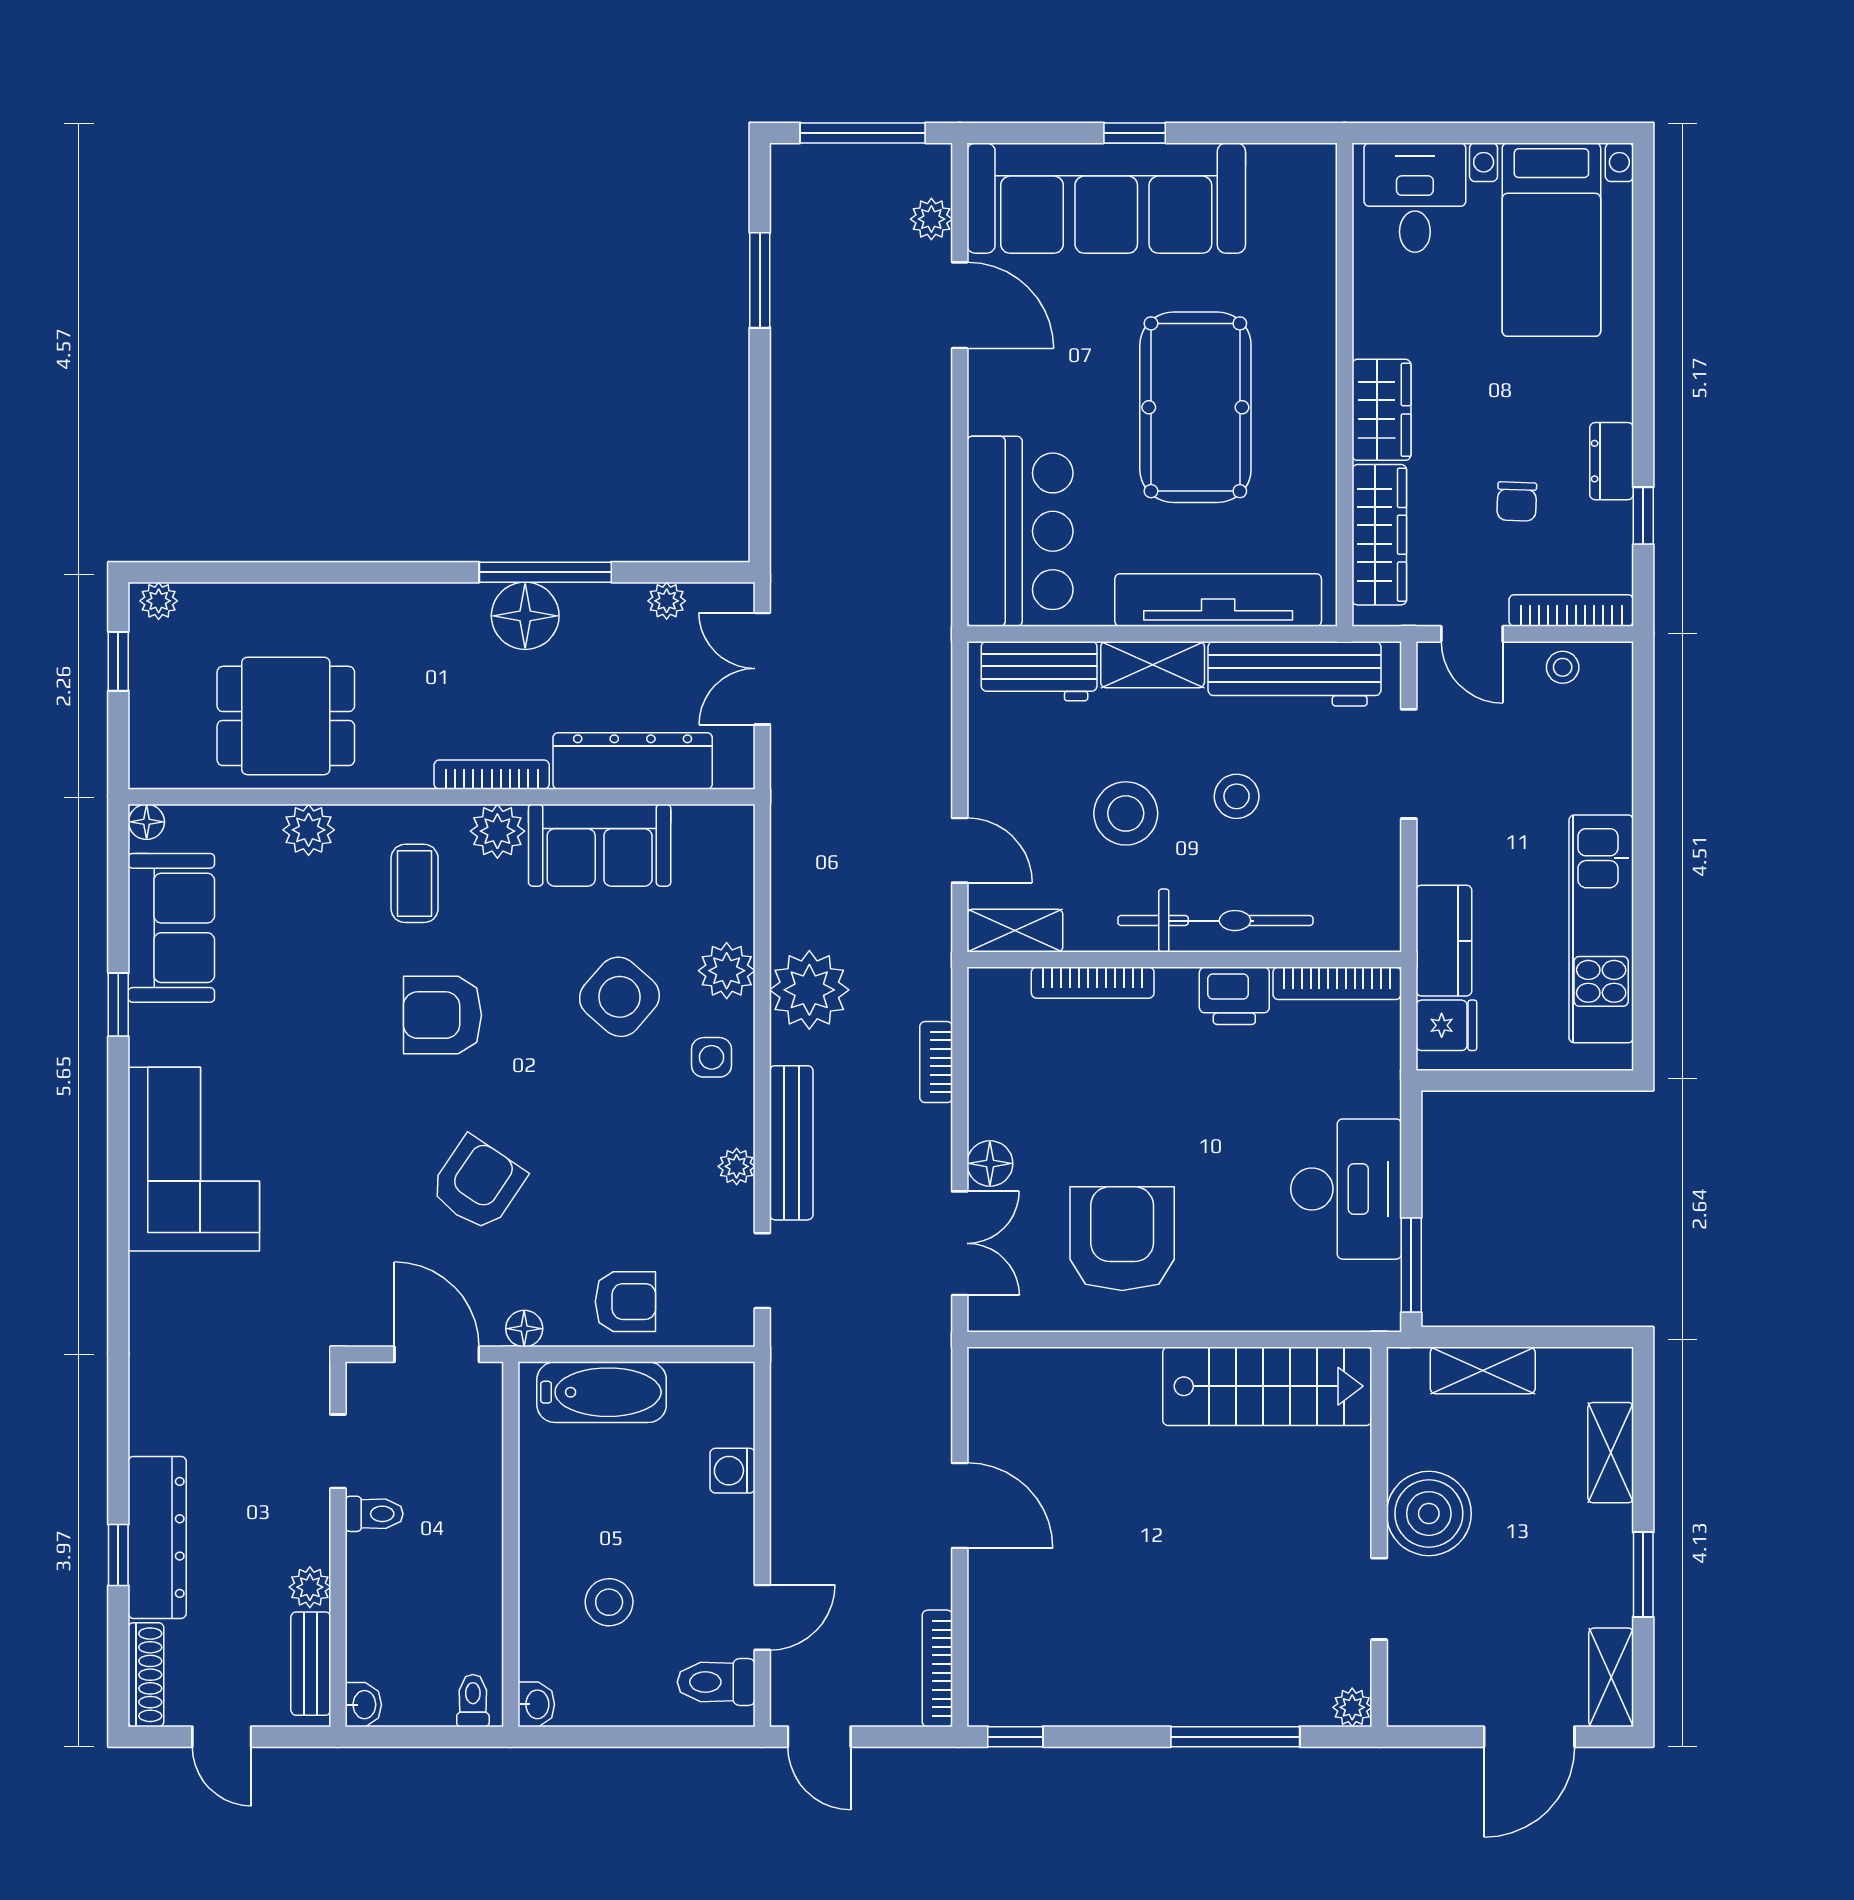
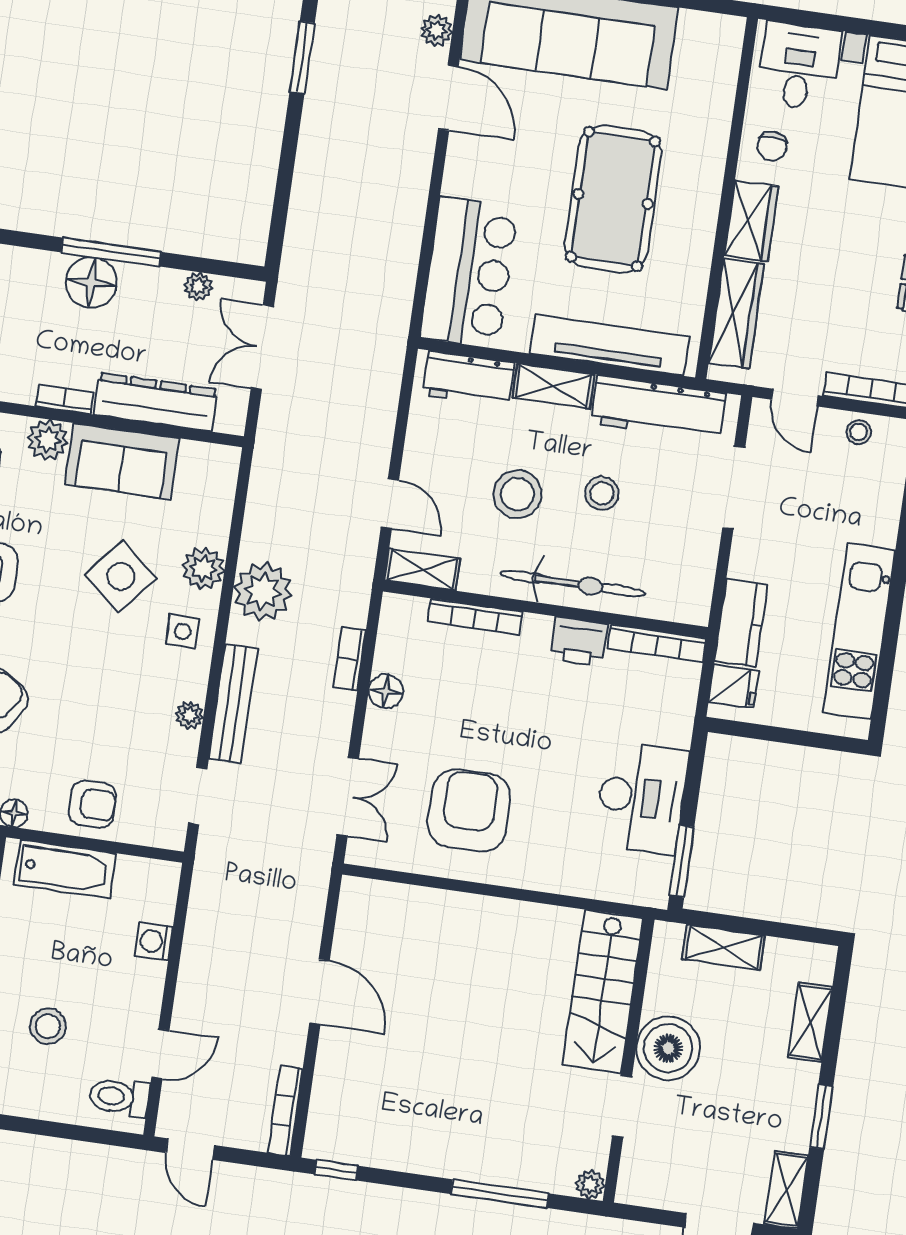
chair: (1517, 501) -> (772, 146), moved
bookcase: (492, 775) -> (65, 399), width x0.64
floor lamp: (990, 1163) -> (386, 691), moved
stairs: (1267, 1386) -> (603, 991), moved, turned 90

